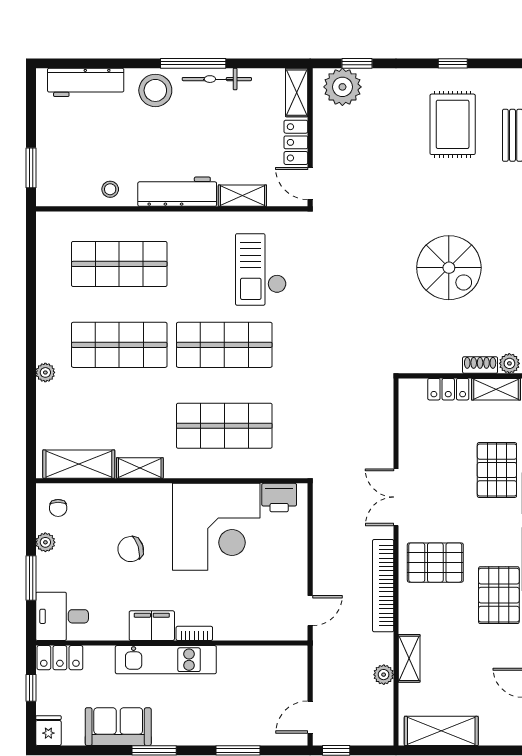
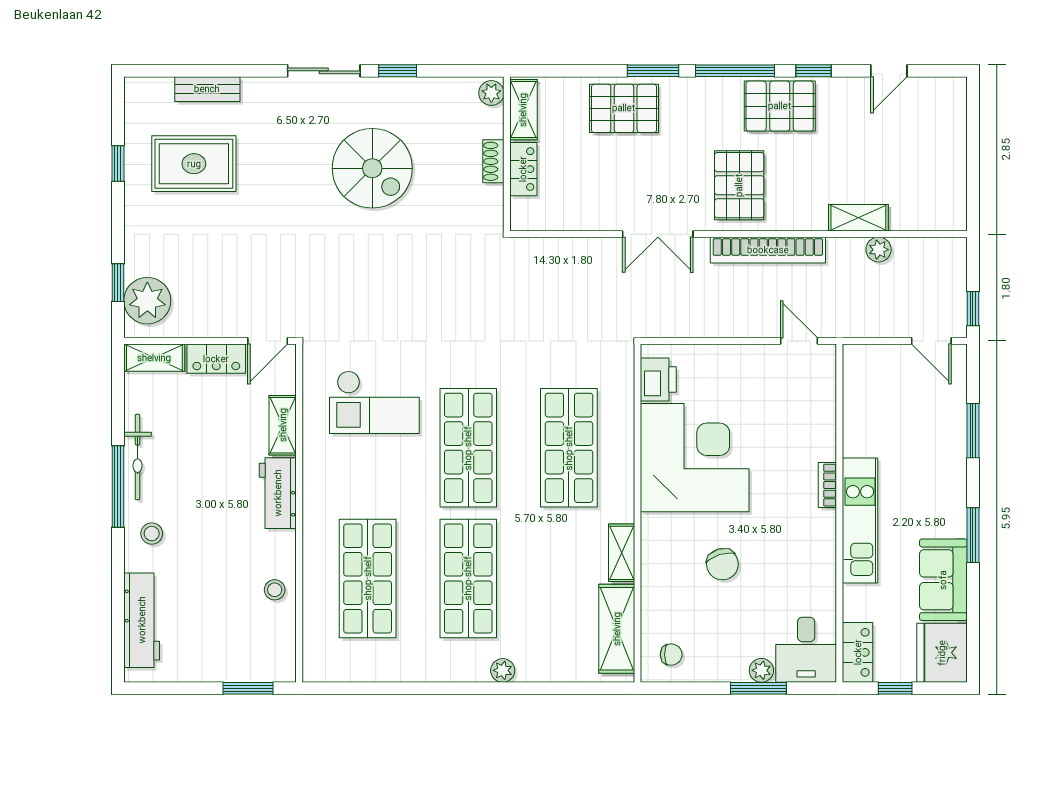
stool: (155, 90) -> (152, 534), width x0.53, depth x0.53
workbench: (177, 192) -> (278, 493), width x0.73
spiral stairs: (449, 268) -> (372, 168), turned 90
shoe rack: (480, 365) -> (493, 161), moved
plant: (45, 542) -> (761, 670), moved
filing cabinet: (152, 626) -> (818, 538), removed
fridge: (48, 731) -> (942, 653), width x1.88, depth x1.34
shelving: (441, 731) -> (949, 178), removed

